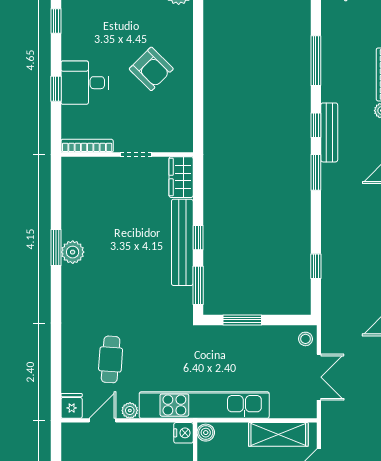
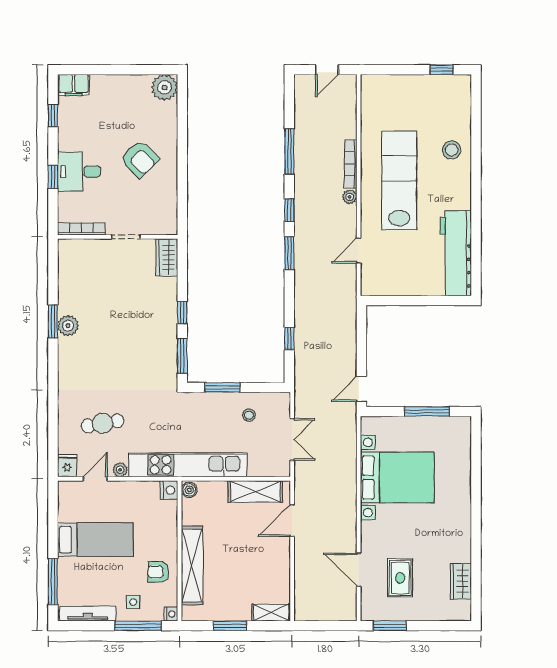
bench: (329, 132) -> (302, 217), removed
bench: (182, 242) -> (168, 317), removed
stool: (306, 339) -> (249, 415), moved
cafe table: (111, 359) -> (103, 423), turned 76

